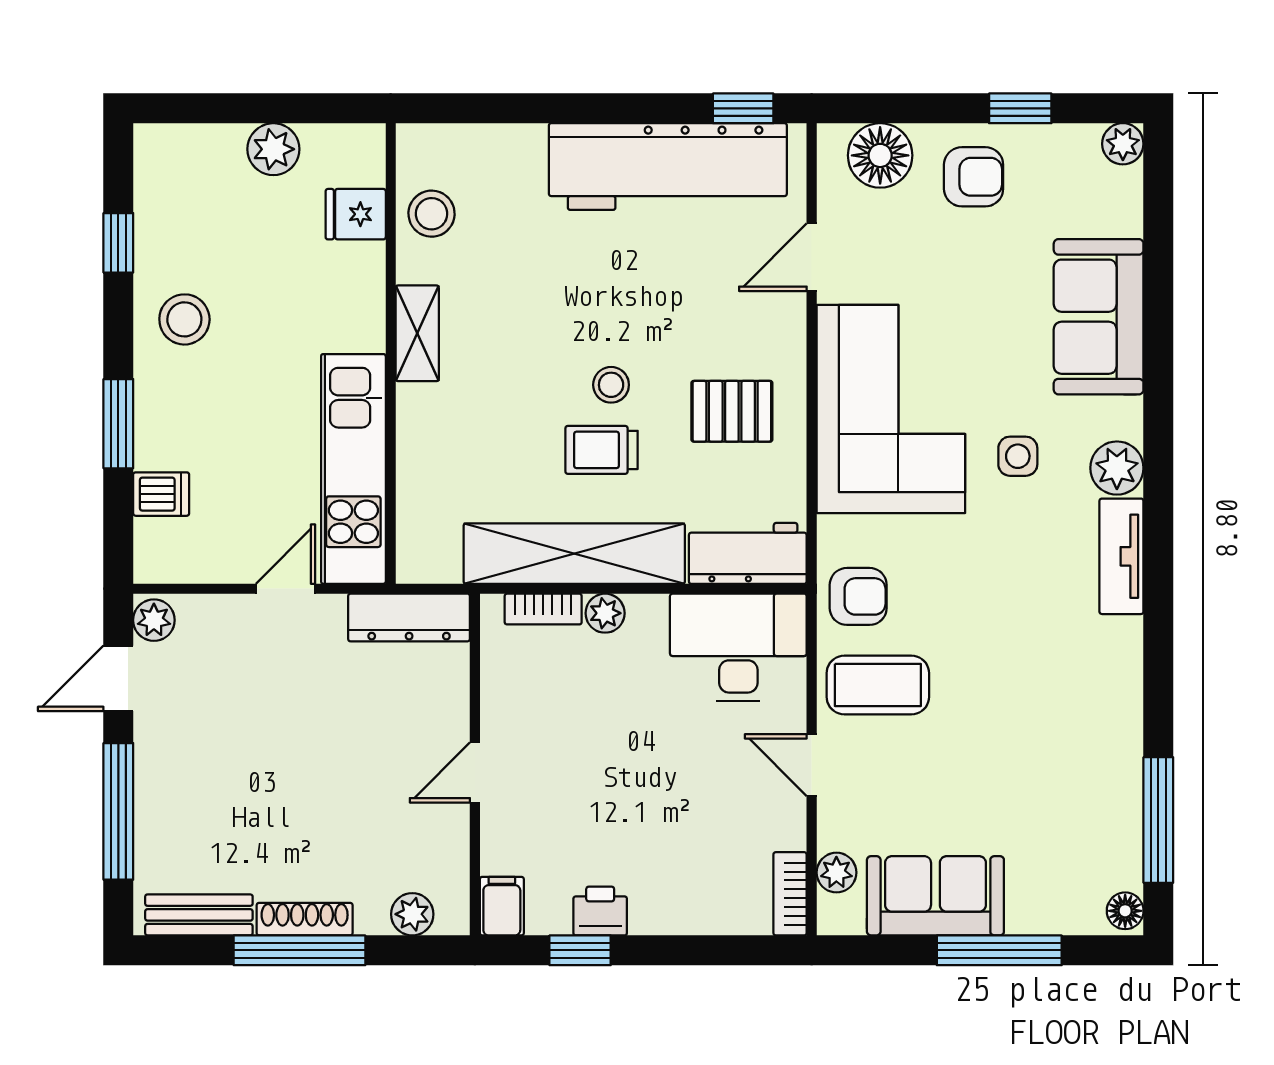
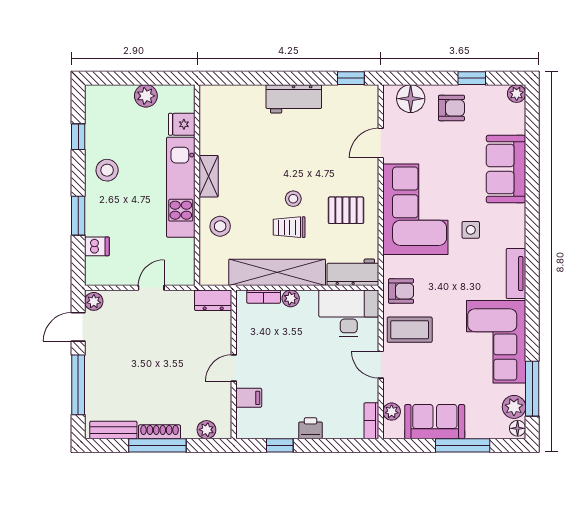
workbench: (668, 167) -> (294, 99), width x0.53, depth x0.76
stool: (432, 214) -> (220, 226), moved
plant: (1117, 468) -> (514, 407), moved
kitchen unit: (353, 469) -> (181, 187), moved
dresser: (409, 618) -> (213, 300), width x0.70
corner sofa: (1076, 713) -> (496, 342), added
filing cabinet: (502, 906) -> (249, 398), moved, turned 90
printer: (600, 911) -> (311, 428), moved

